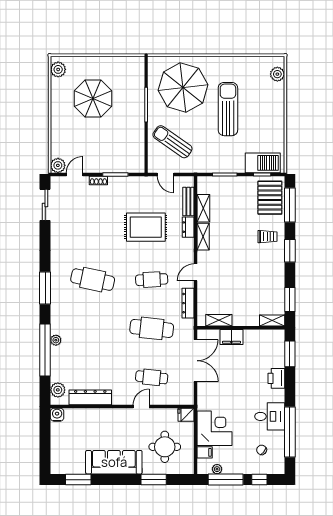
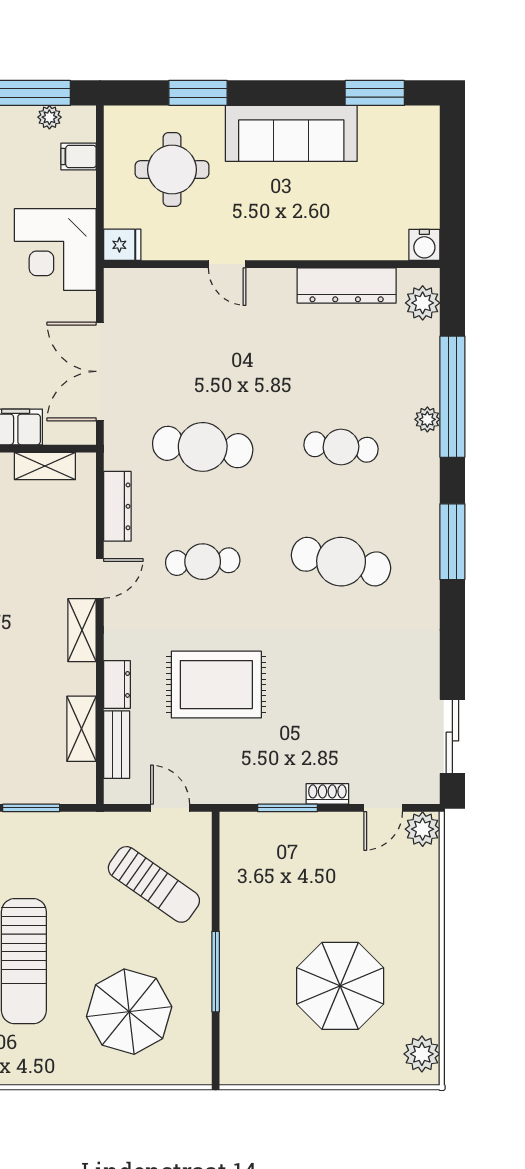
parasol: (183, 88) -> (129, 1012), width x0.73, depth x0.73
shelving: (203, 237) -> (82, 630), moved
cafe table: (152, 377) -> (341, 447), moved
door: (141, 406) -> (227, 264), hinge flipped
corner desk: (215, 428) -> (55, 249), moved

